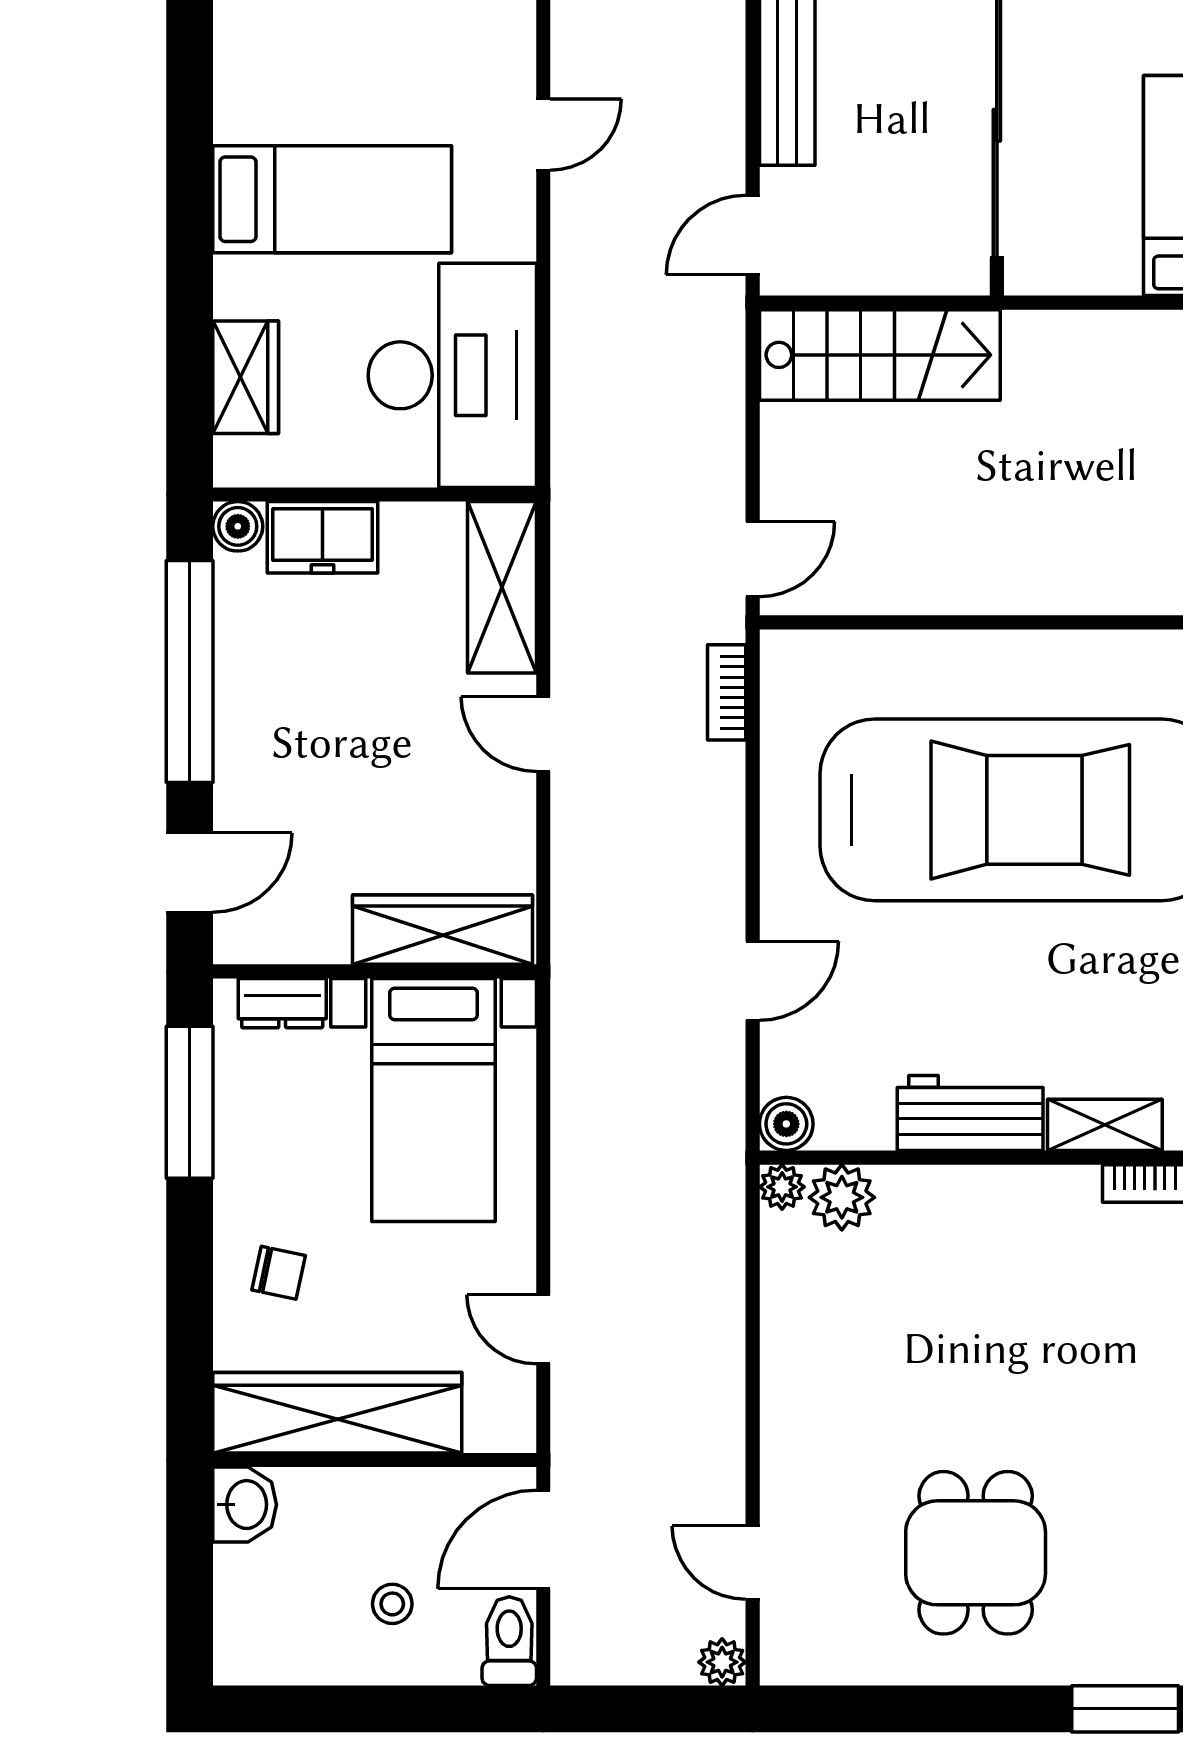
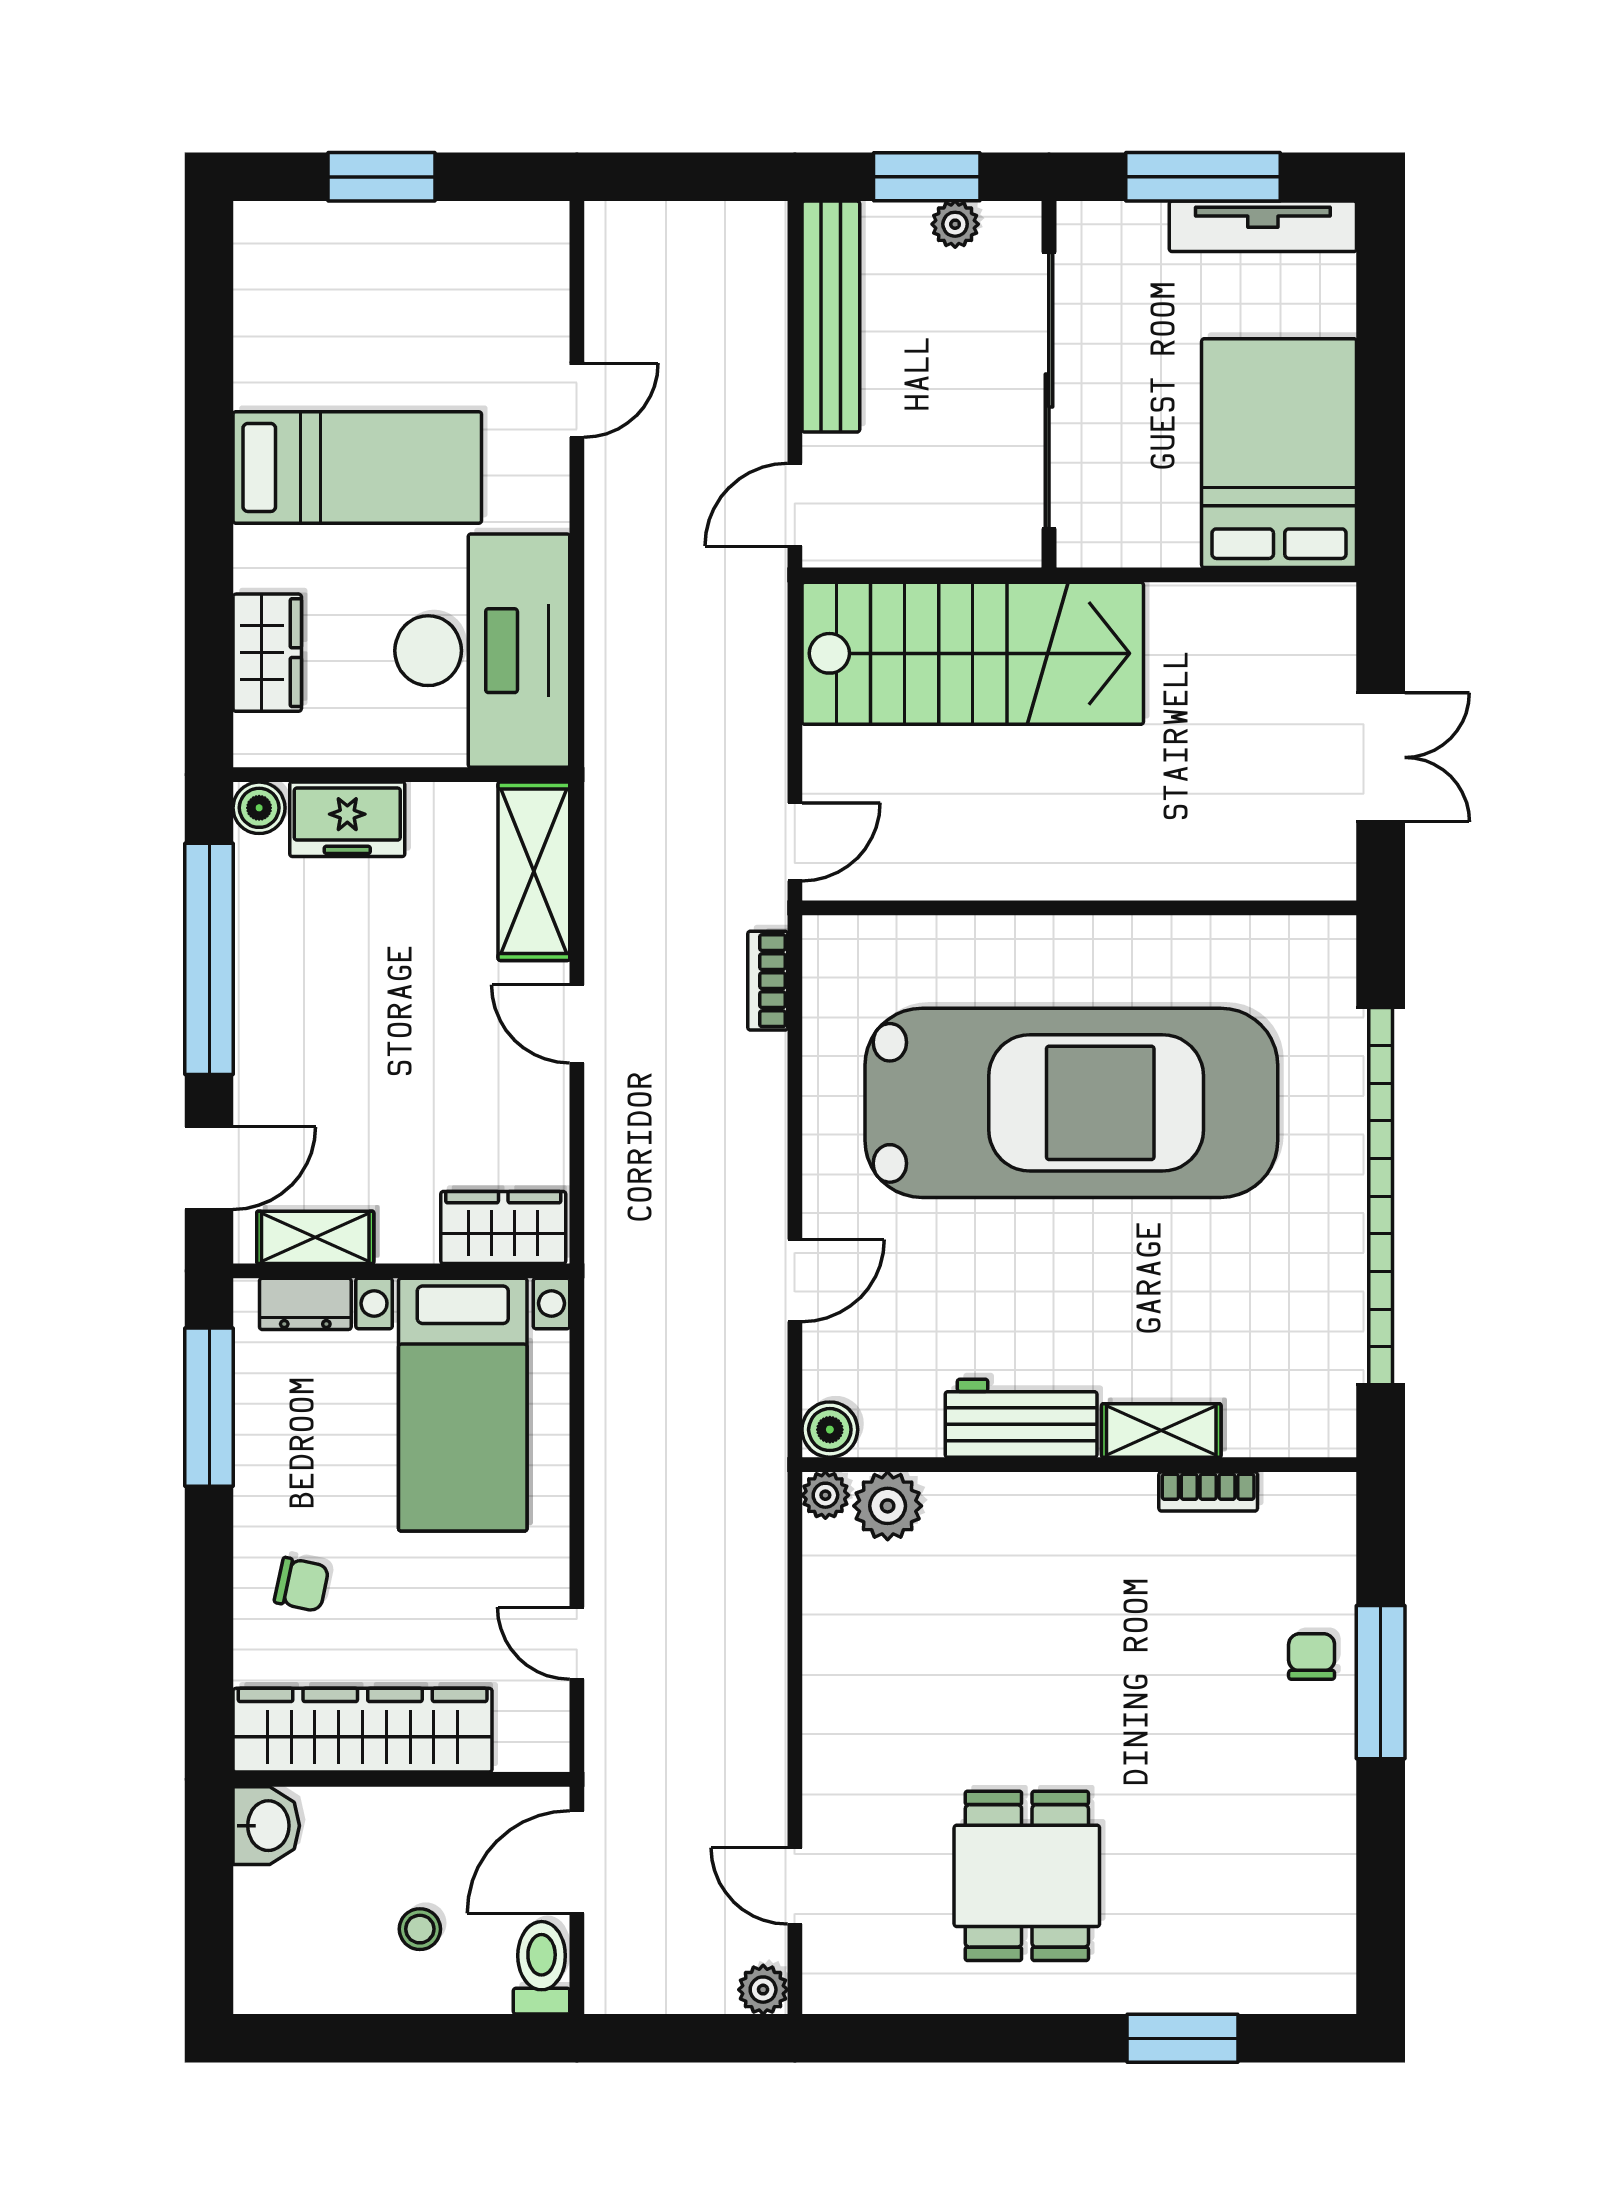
stairs: (880, 355) -> (973, 653), width x1.36, depth x1.51
wardrobe: (442, 930) -> (503, 1227), width x0.67
shelving: (292, 939) -> (315, 1237), added

